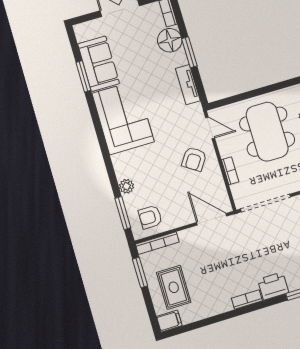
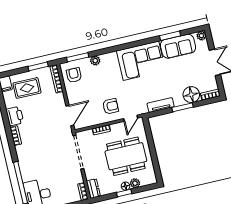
plant: (81, 30) -> (201, 36), added
armchair: (194, 159) -> (110, 106), turned 146
printer: (273, 286) -> (15, 116), moved

